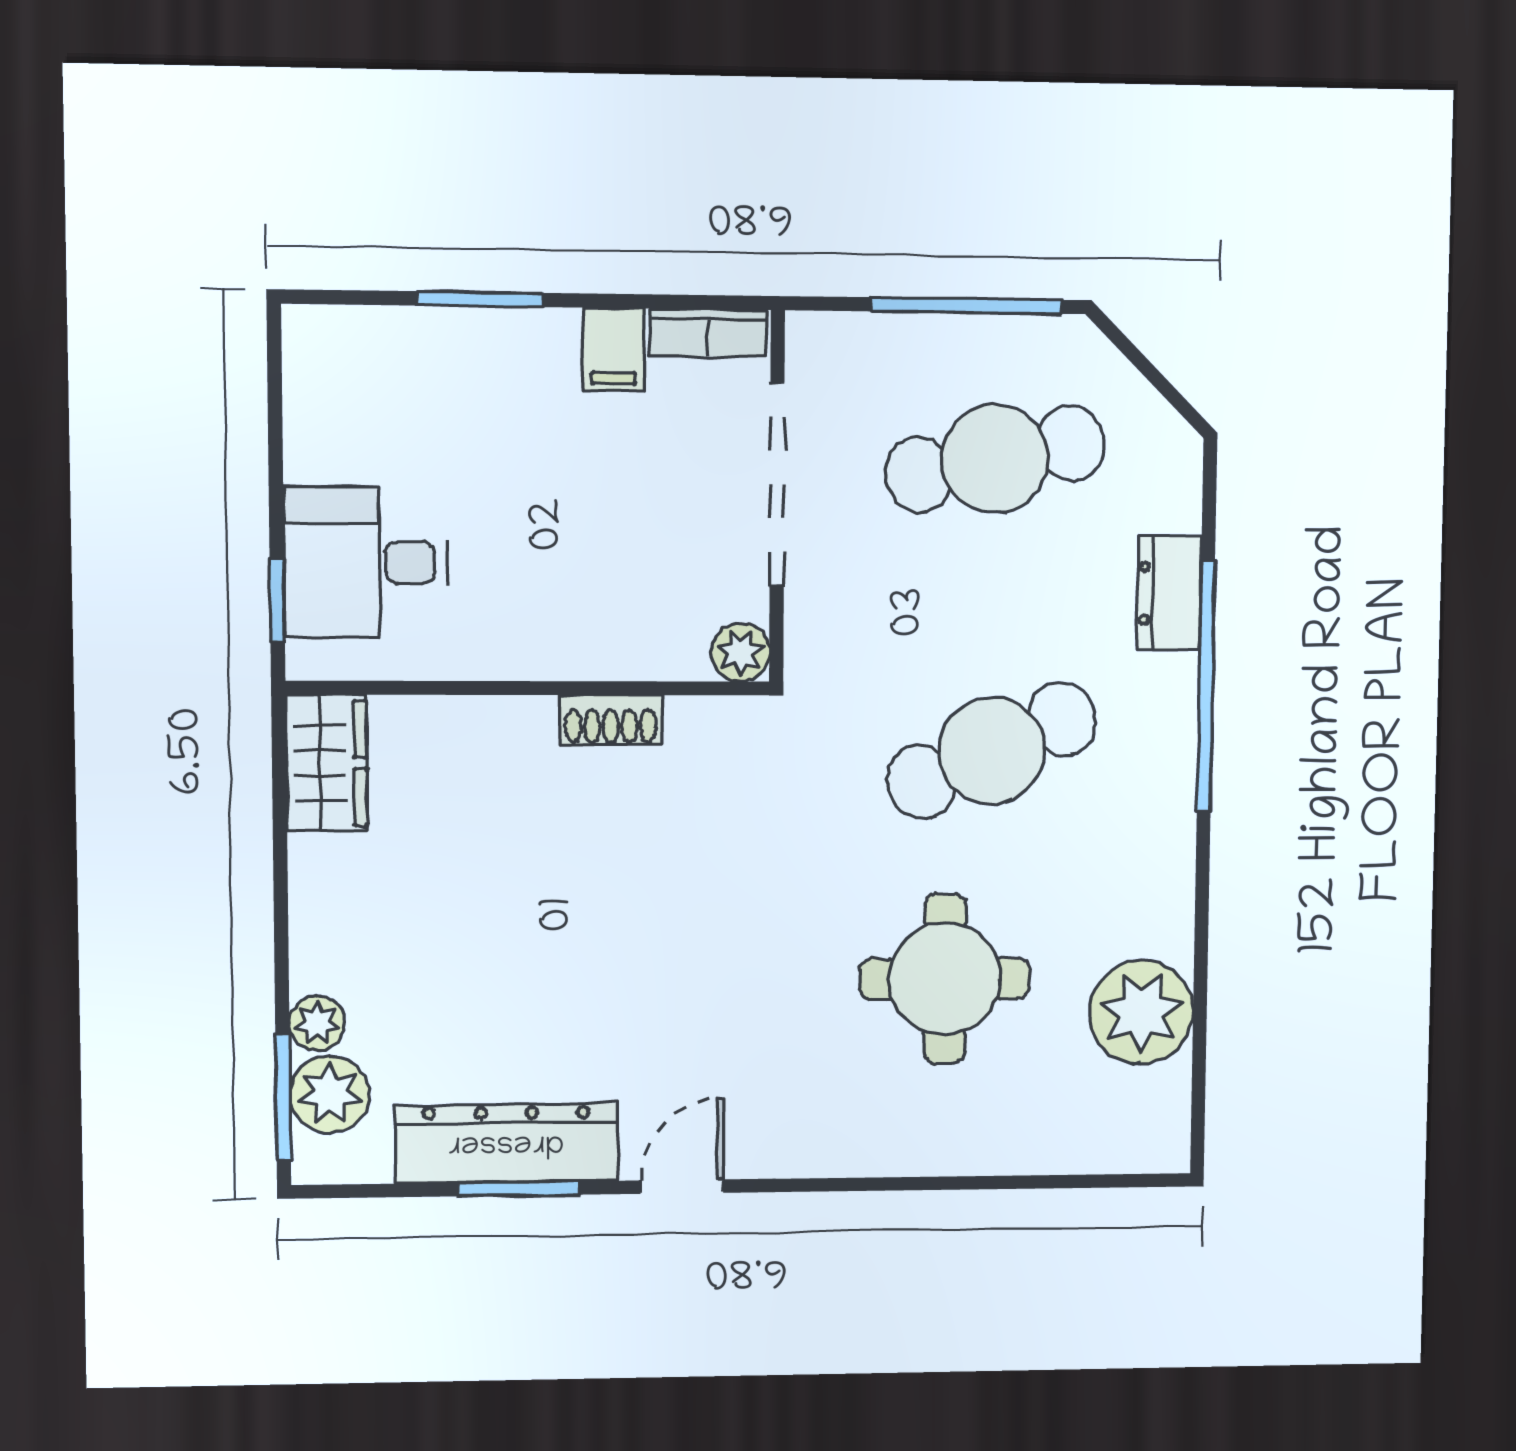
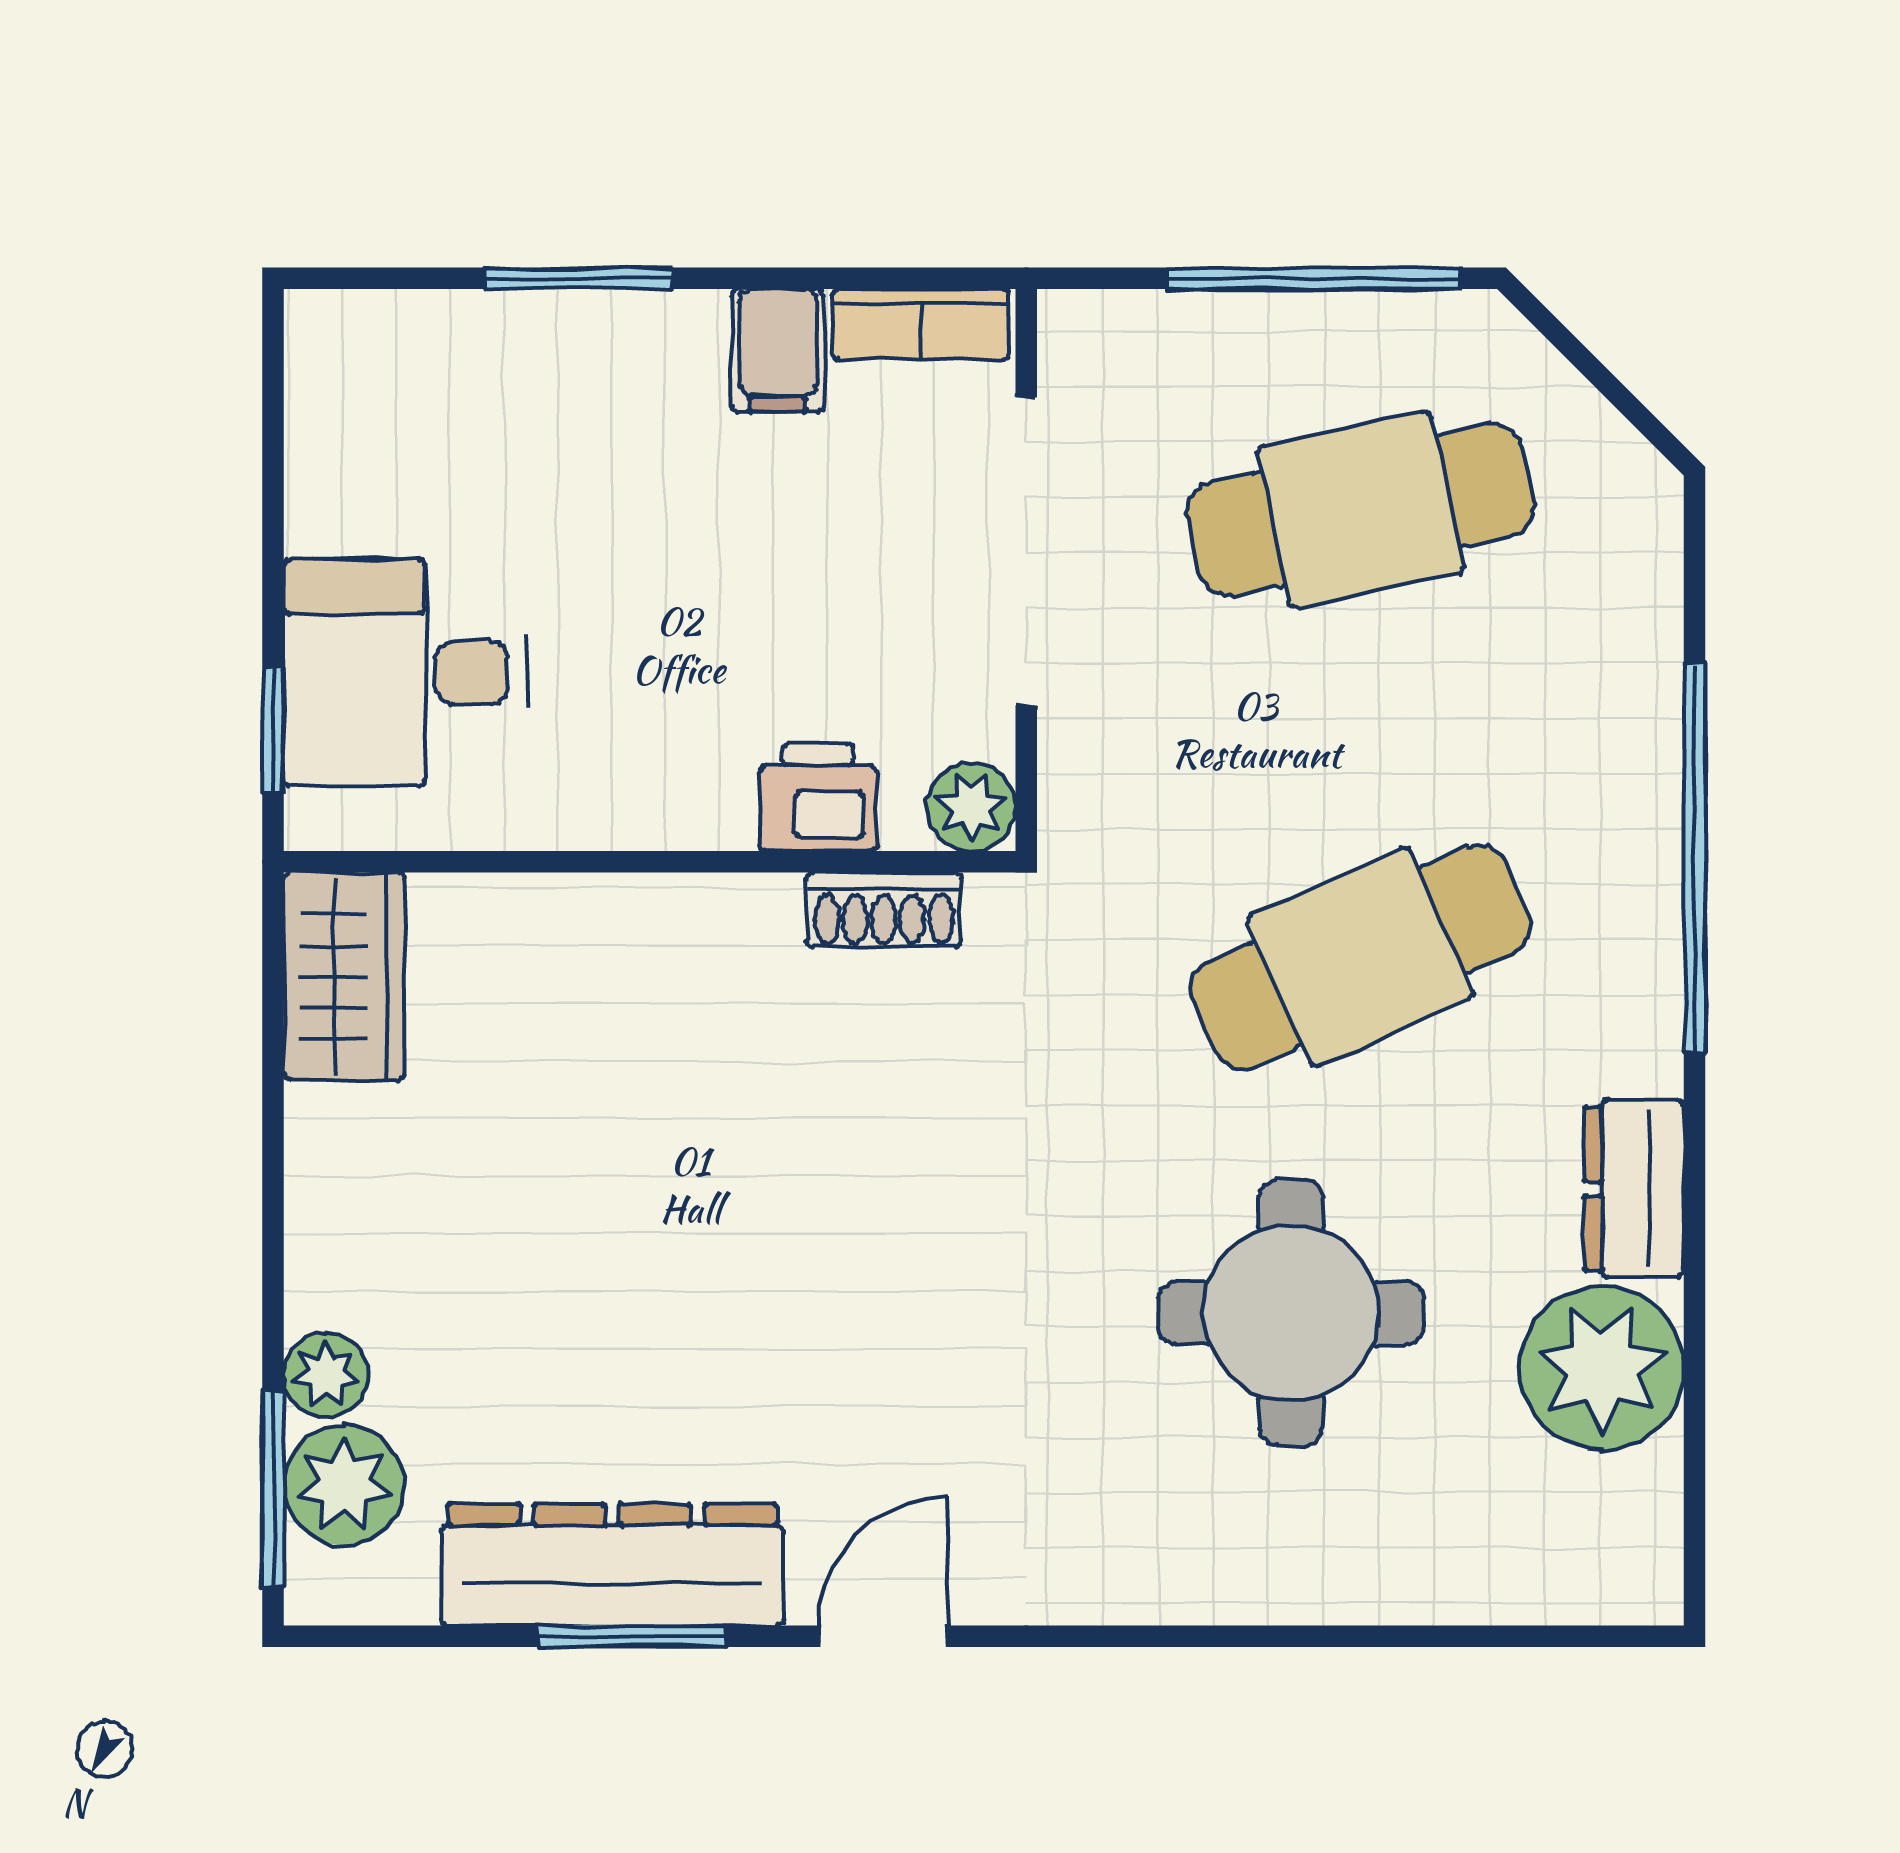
dresser: (1169, 593) -> (1634, 1189), moved
printer: (640, 646) -> (818, 798), added
shoe rack: (611, 720) -> (884, 910), moved

